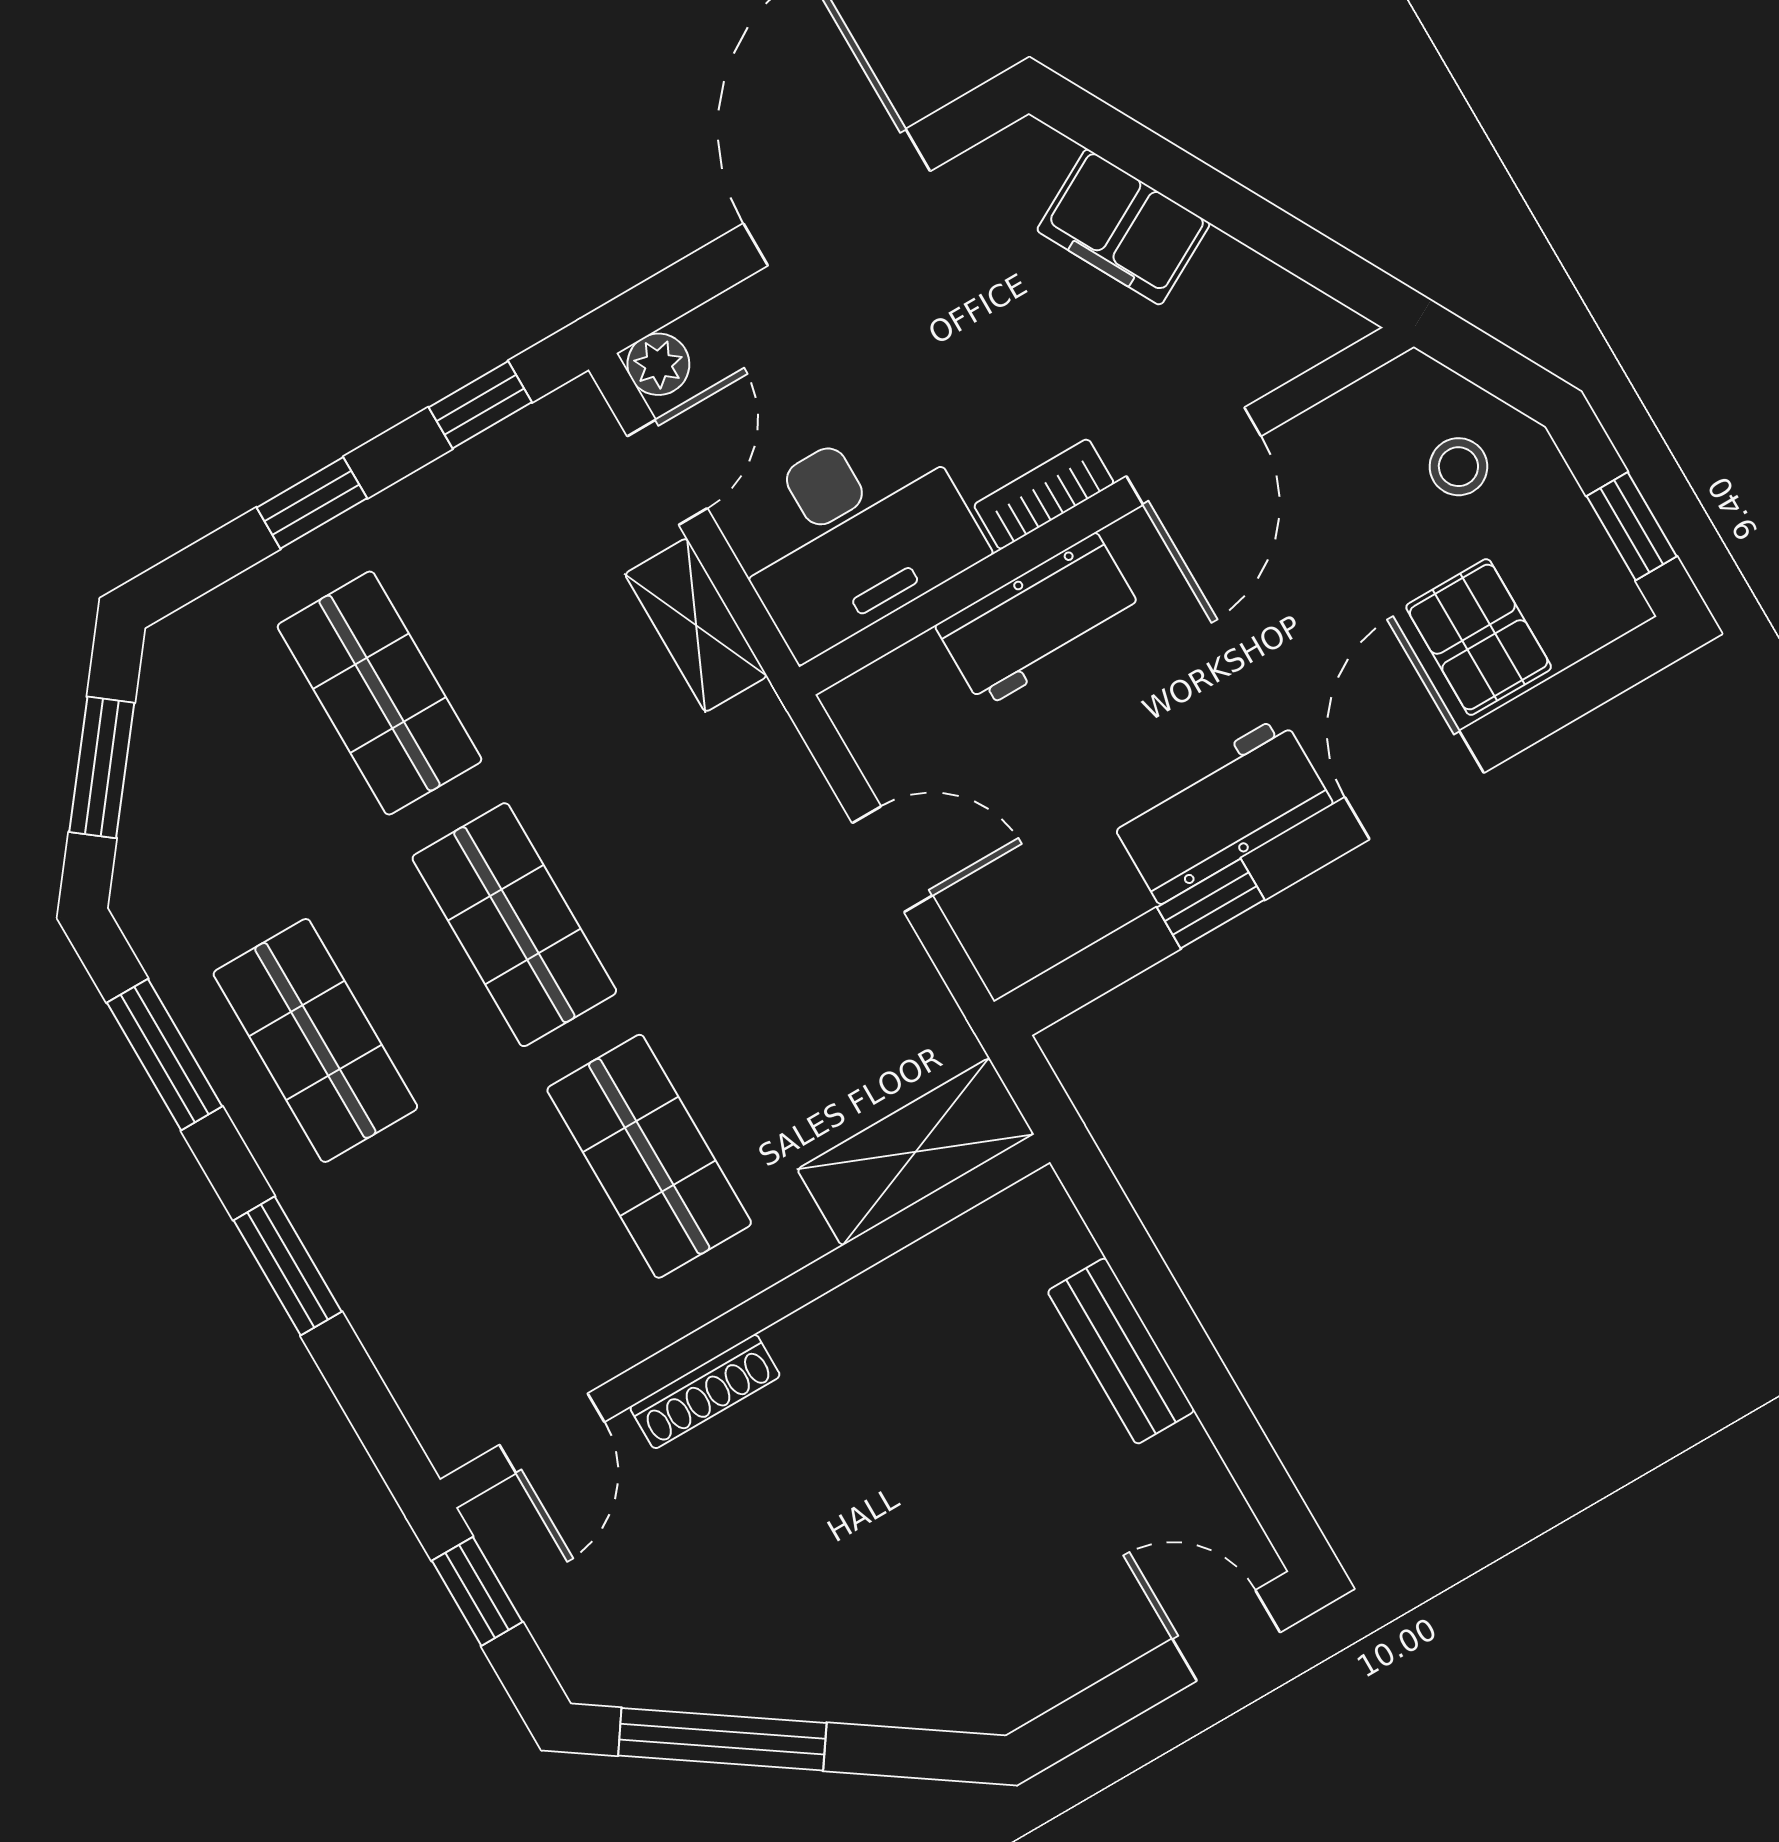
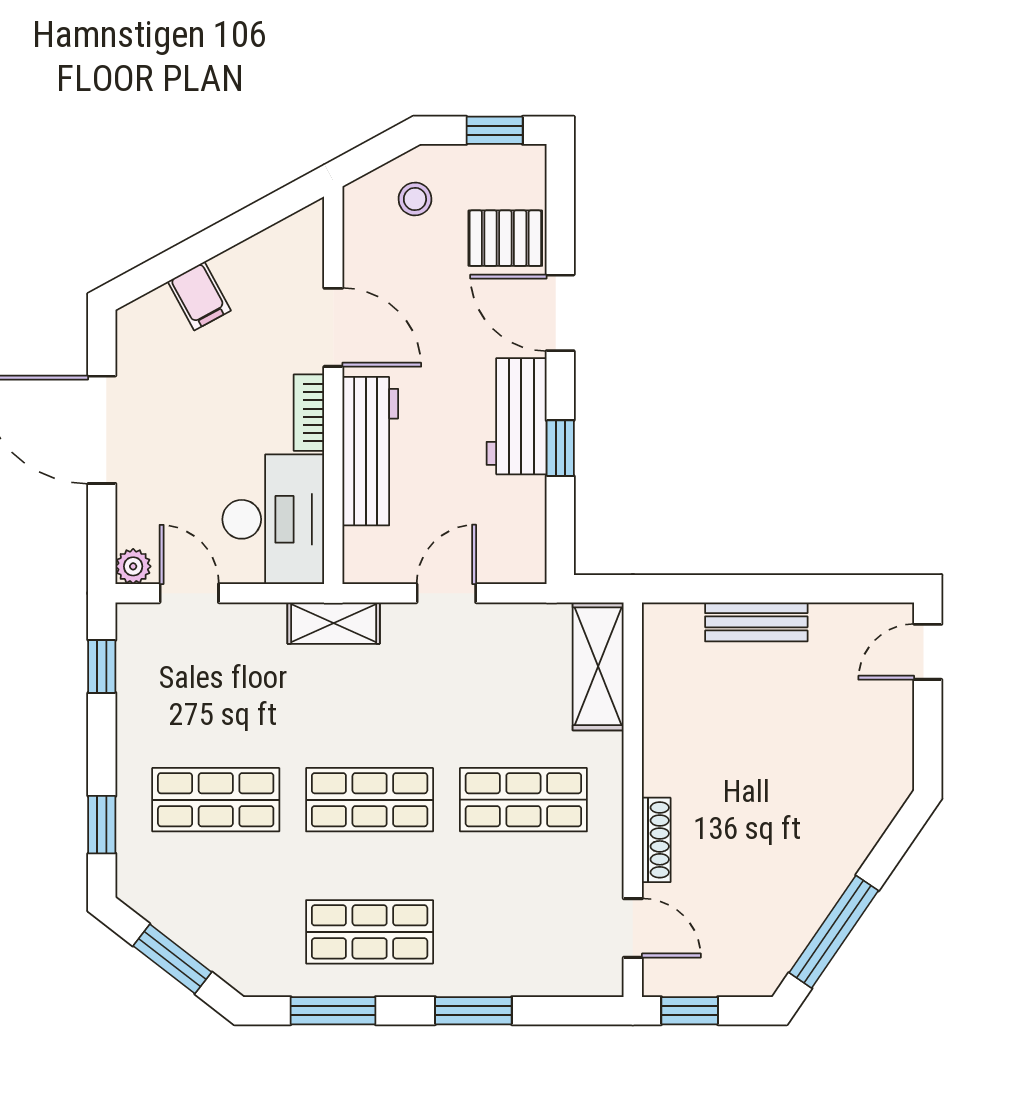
filing cabinet: (1123, 227) -> (199, 296), width x0.50
window: (312, 503) -> (102, 825), moved
workbench: (1040, 620) -> (370, 451), width x1.38
shelving: (696, 625) -> (334, 623), moved

